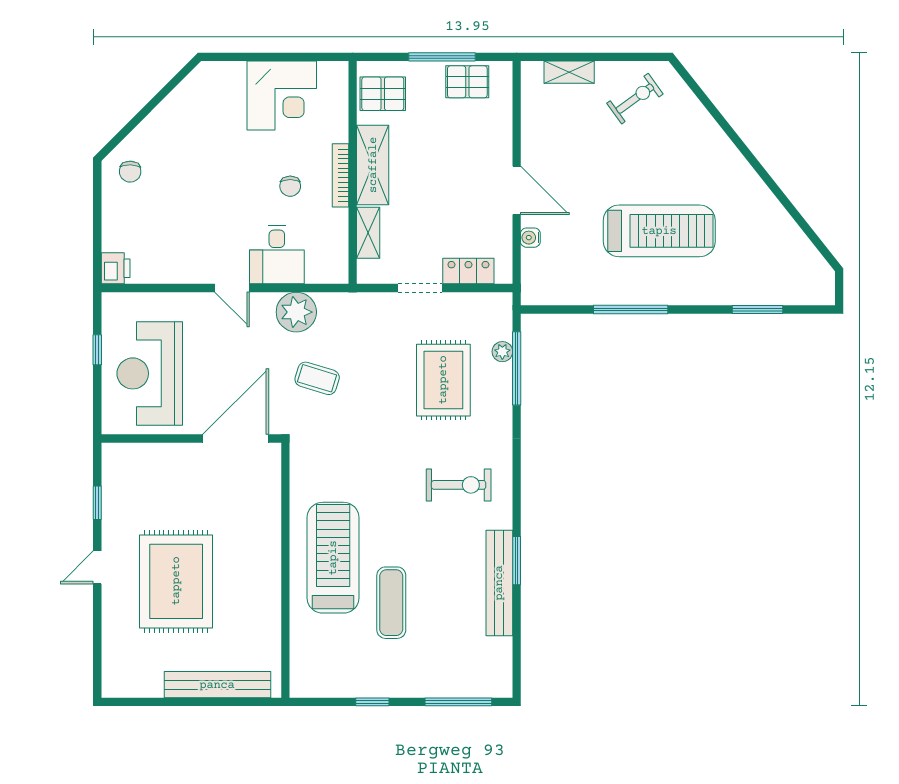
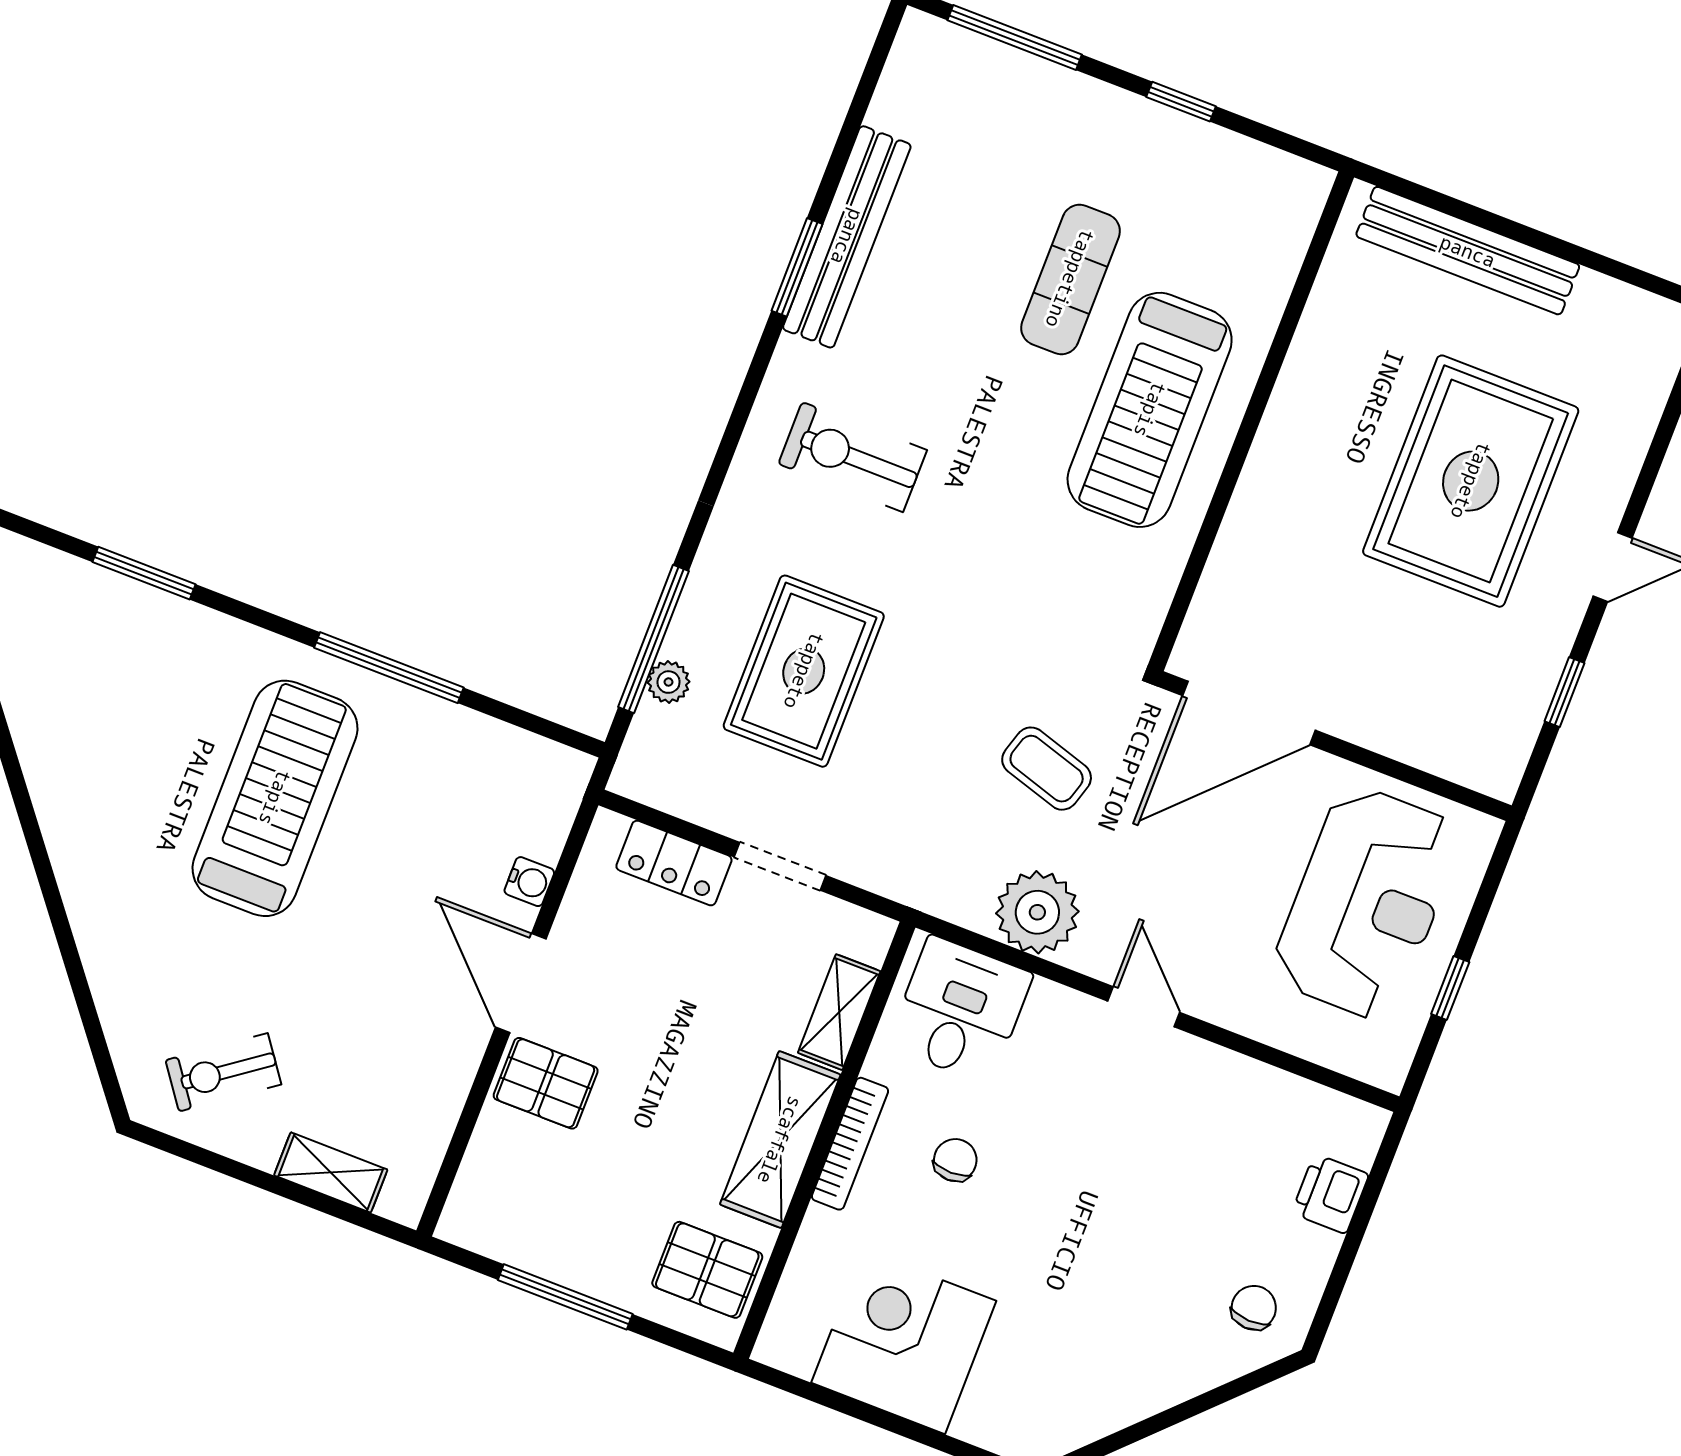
pallet: (467, 82) -> (546, 1083), moved
treadmill: (659, 231) -> (275, 798), turned 90
desk: (277, 255) -> (960, 1010), moved
printer: (116, 268) -> (1330, 1194), moved

